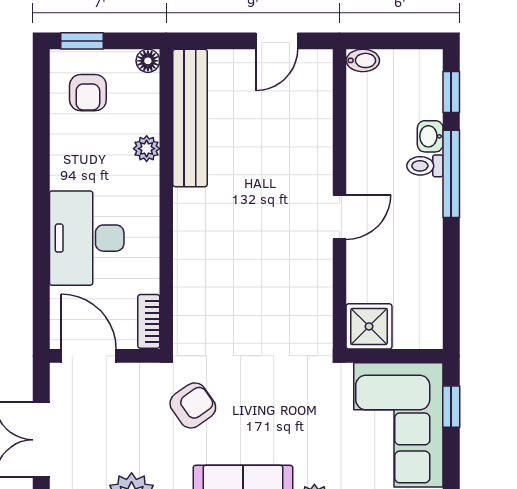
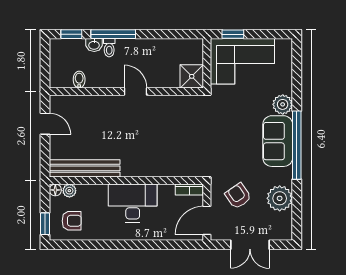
bidet: (363, 60) -> (79, 80), moved
plant: (147, 149) -> (69, 191), moved
desk: (87, 238) -> (133, 203), moved, turned 180
armchair: (193, 405) -> (238, 196), moved

